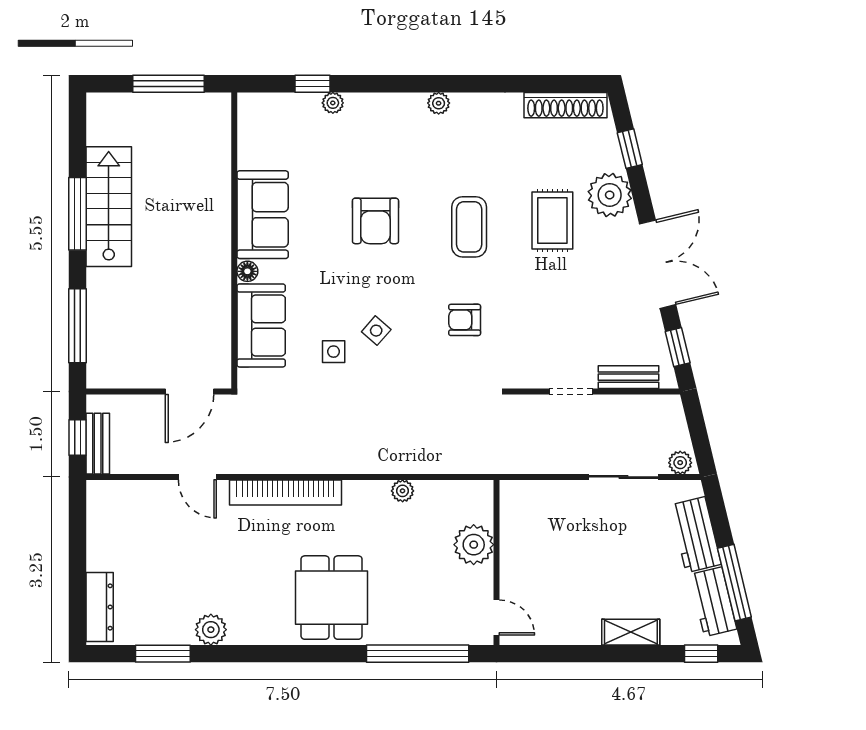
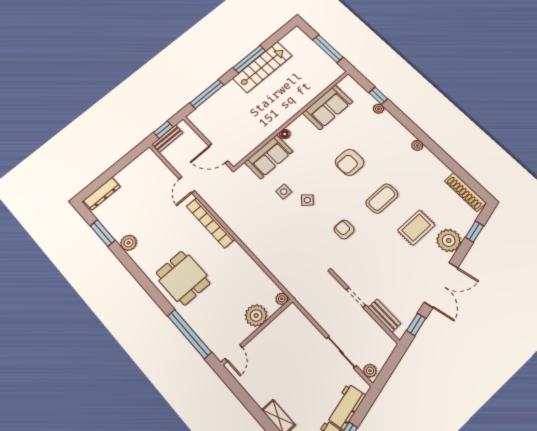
sofa: (263, 215) -> (328, 107), moved
plant: (403, 491) -> (282, 299), moved
dining table: (332, 598) -> (183, 278), turned 90

